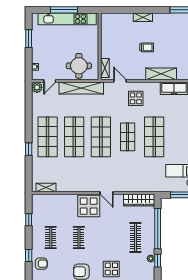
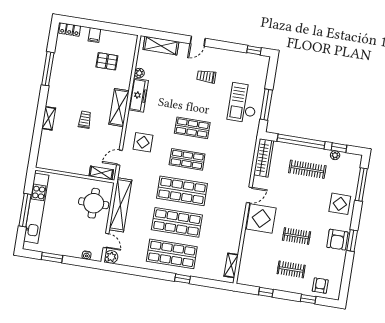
shop shelf: (154, 137) -> (192, 128), width x0.70, depth x0.74

